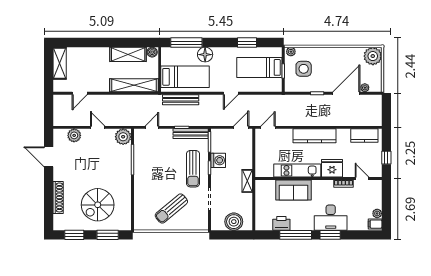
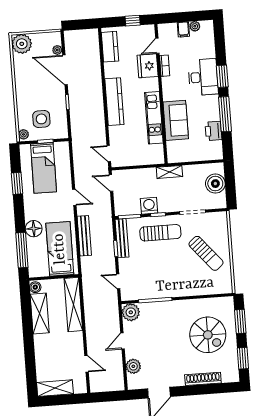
bench: (181, 100) -> (84, 236), moved
fridge: (332, 168) -> (148, 66), moved
filing cabinet: (375, 224) -> (183, 29), moved

